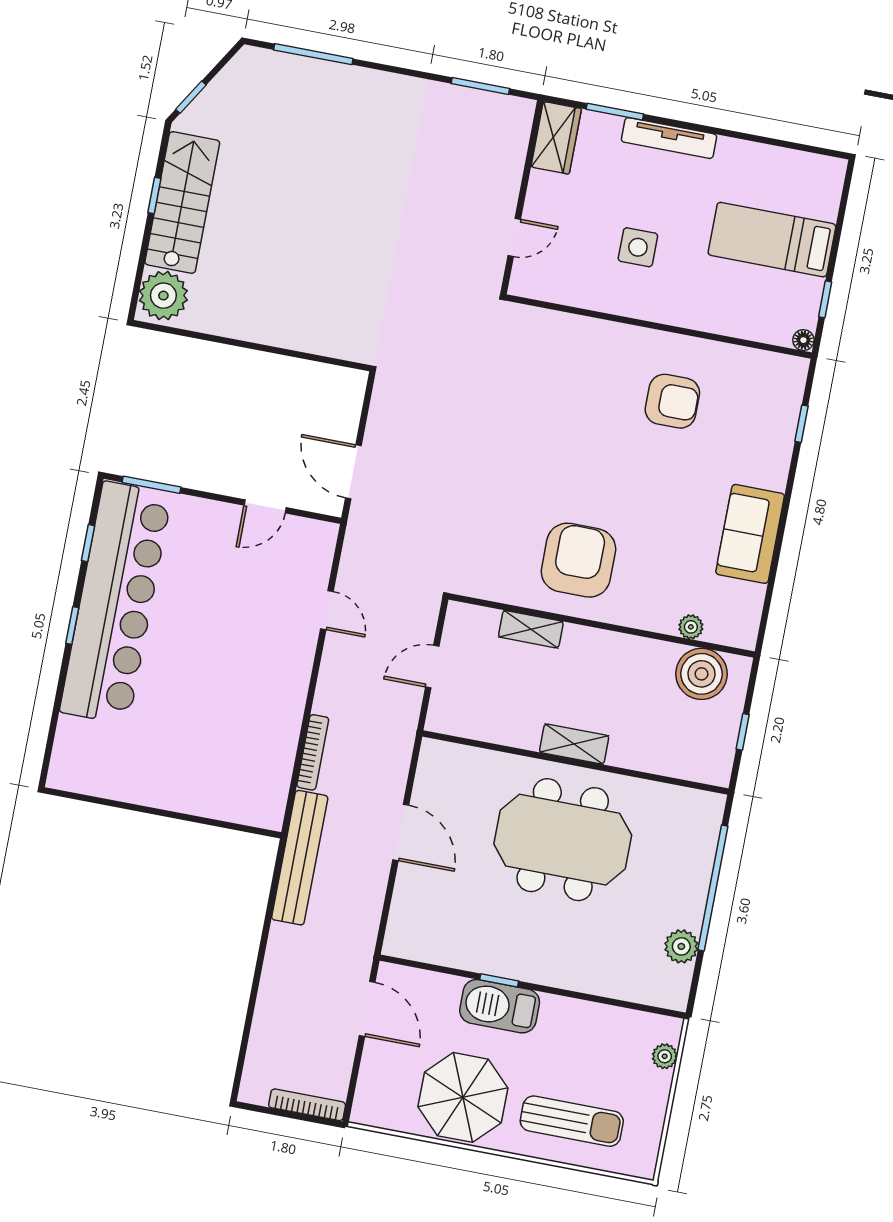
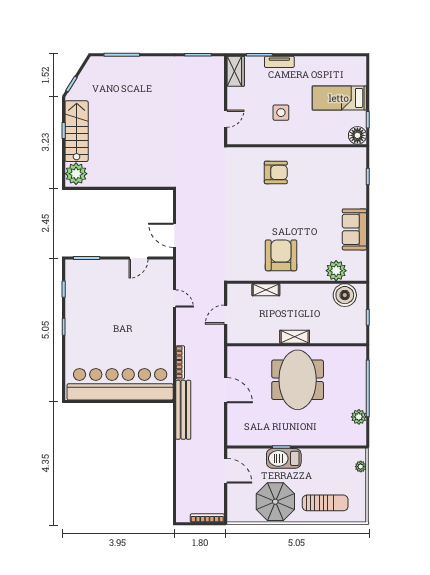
tv unit: (669, 138) -> (279, 62), width x0.71
floor lamp: (803, 340) -> (357, 135), width x1.89, depth x1.89
armchair: (672, 401) -> (276, 172), moved
bar counter: (116, 603) -> (120, 384), moved, turned -90
plant: (691, 627) -> (336, 271), width x1.88, depth x1.88
meeting table: (563, 840) -> (298, 380), turned 90

